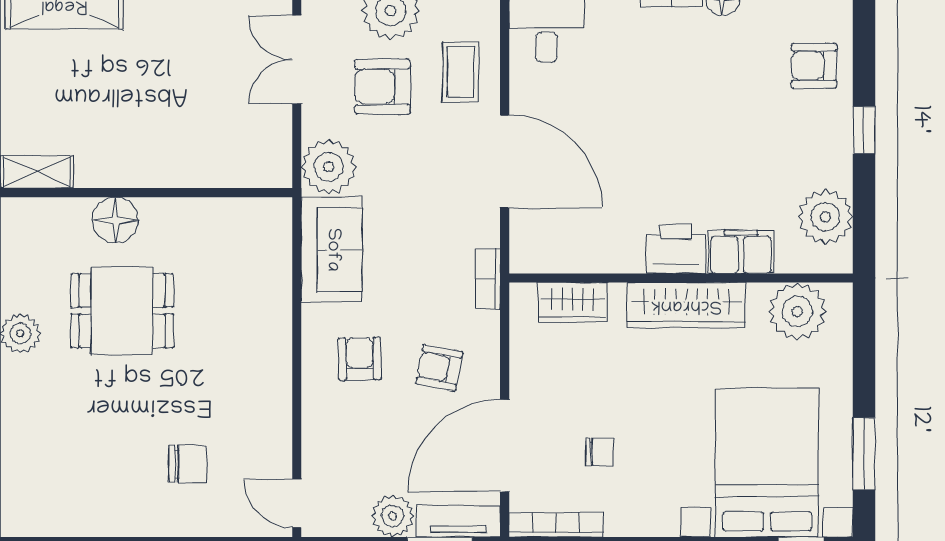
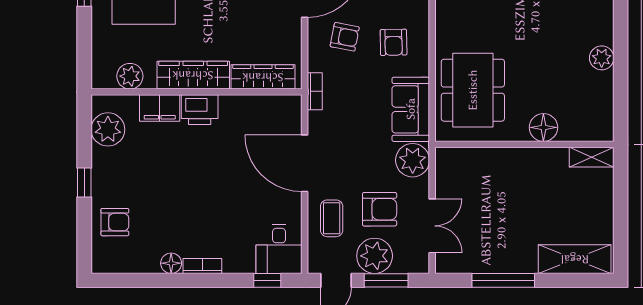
wardrobe: (572, 302) -> (263, 77), width x1.50
dining table: (122, 311) -> (473, 90), moved, width x1.38
plant: (797, 311) -> (130, 76), width x0.73, depth x0.73

